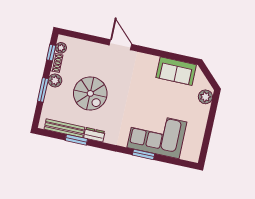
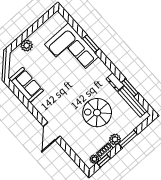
spiral stairs: (90, 93) -> (97, 113), turned -90
plant: (205, 97) -> (27, 46), moved

